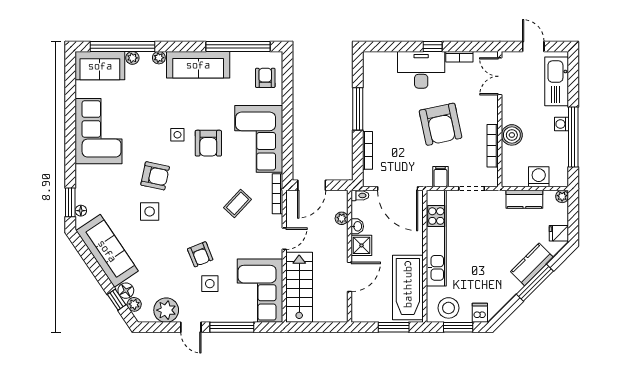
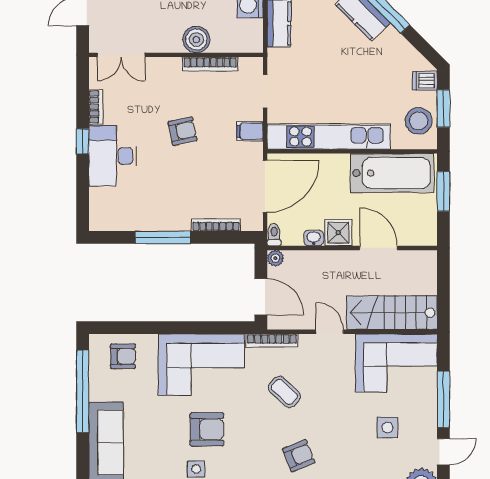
armchair: (265, 78) -> (123, 356), turned 180
armchair: (441, 124) -> (182, 131), width x0.53, depth x0.53
plant: (342, 218) -> (275, 258), moved
armchair: (200, 254) -> (299, 456), moved

